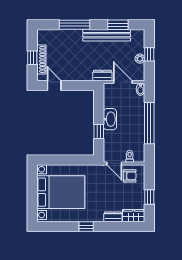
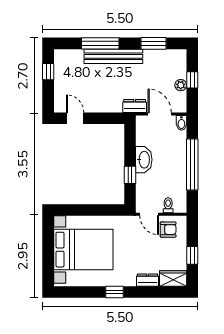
bench: (107, 35) -> (113, 56), moved
window: (32, 58) -> (48, 72), moved
shoe rack: (41, 59) -> (59, 86), removed

